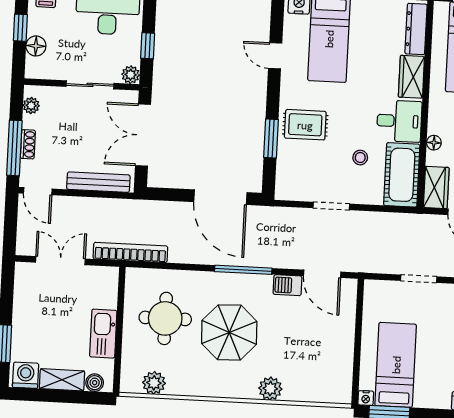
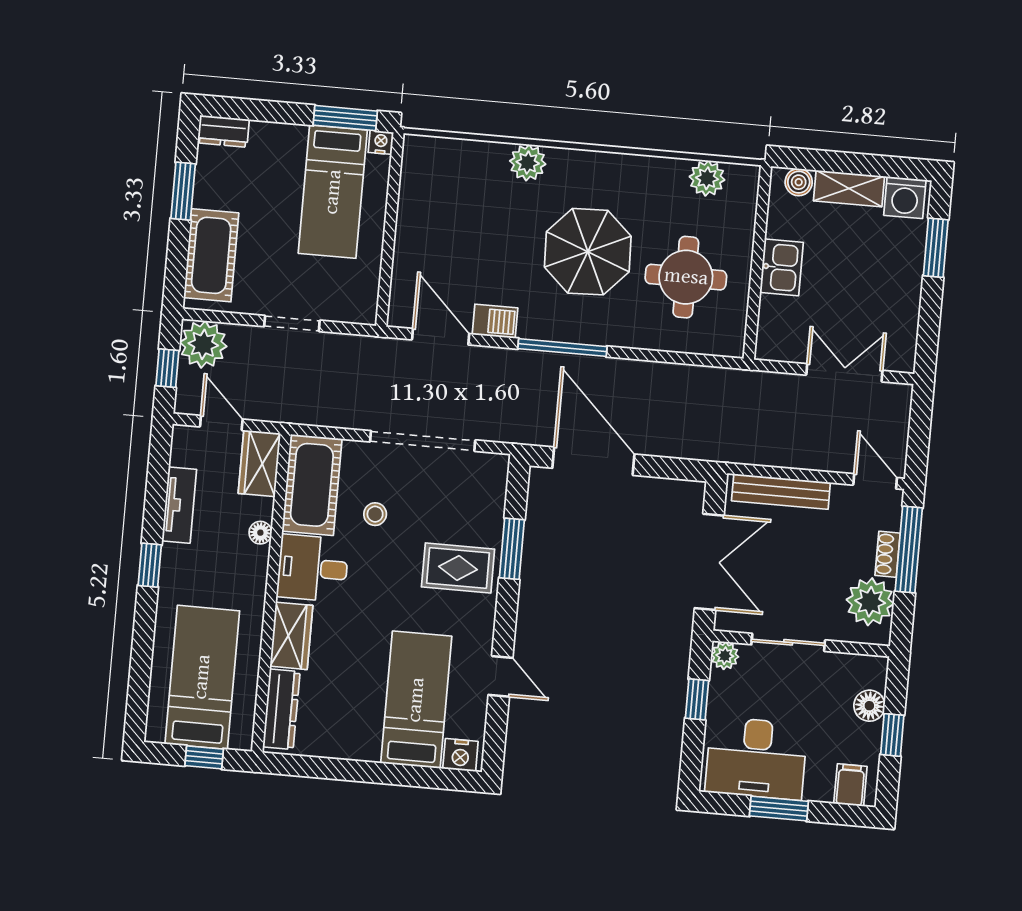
plant: (31, 106) -> (870, 602), width x1.88, depth x1.88
doorway: (331, 206) -> (423, 441), width x1.88
bookcase: (130, 252) -> (736, 381), removed
double door: (60, 261) -> (844, 373), swing flipped
kitchen sink: (103, 334) -> (782, 267), width x0.73

